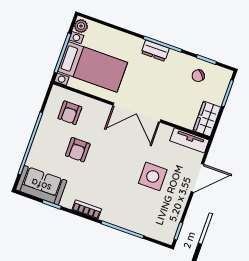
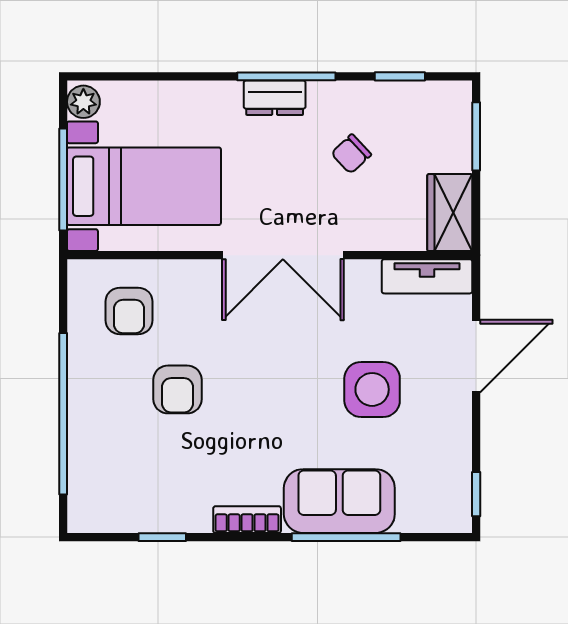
chair: (198, 76) -> (351, 154), moved
sofa: (41, 185) -> (339, 501), moved

